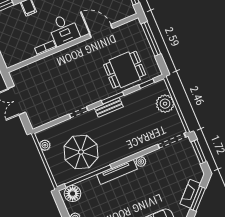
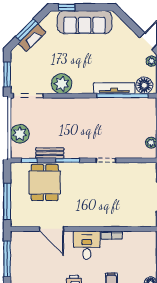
dining table: (125, 70) -> (45, 182), turned 90
bench: (109, 107) -> (50, 153), moved
parasol: (81, 152) -> (120, 122), removed
plant: (141, 162) -> (62, 84), width x1.87, depth x1.87
tv unit: (117, 172) -> (114, 88), moved

